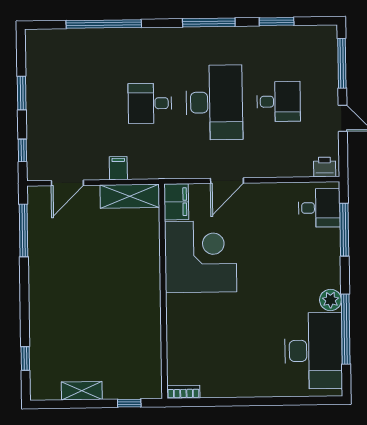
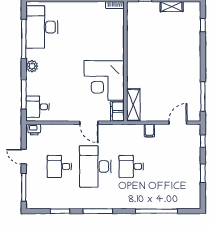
desk: (150, 103) -> (131, 166), turned 180
door: (227, 181) -> (89, 123), swing flipped
shelving: (130, 196) -> (133, 105), moved, turned 90
plant: (330, 300) -> (32, 66), moved

